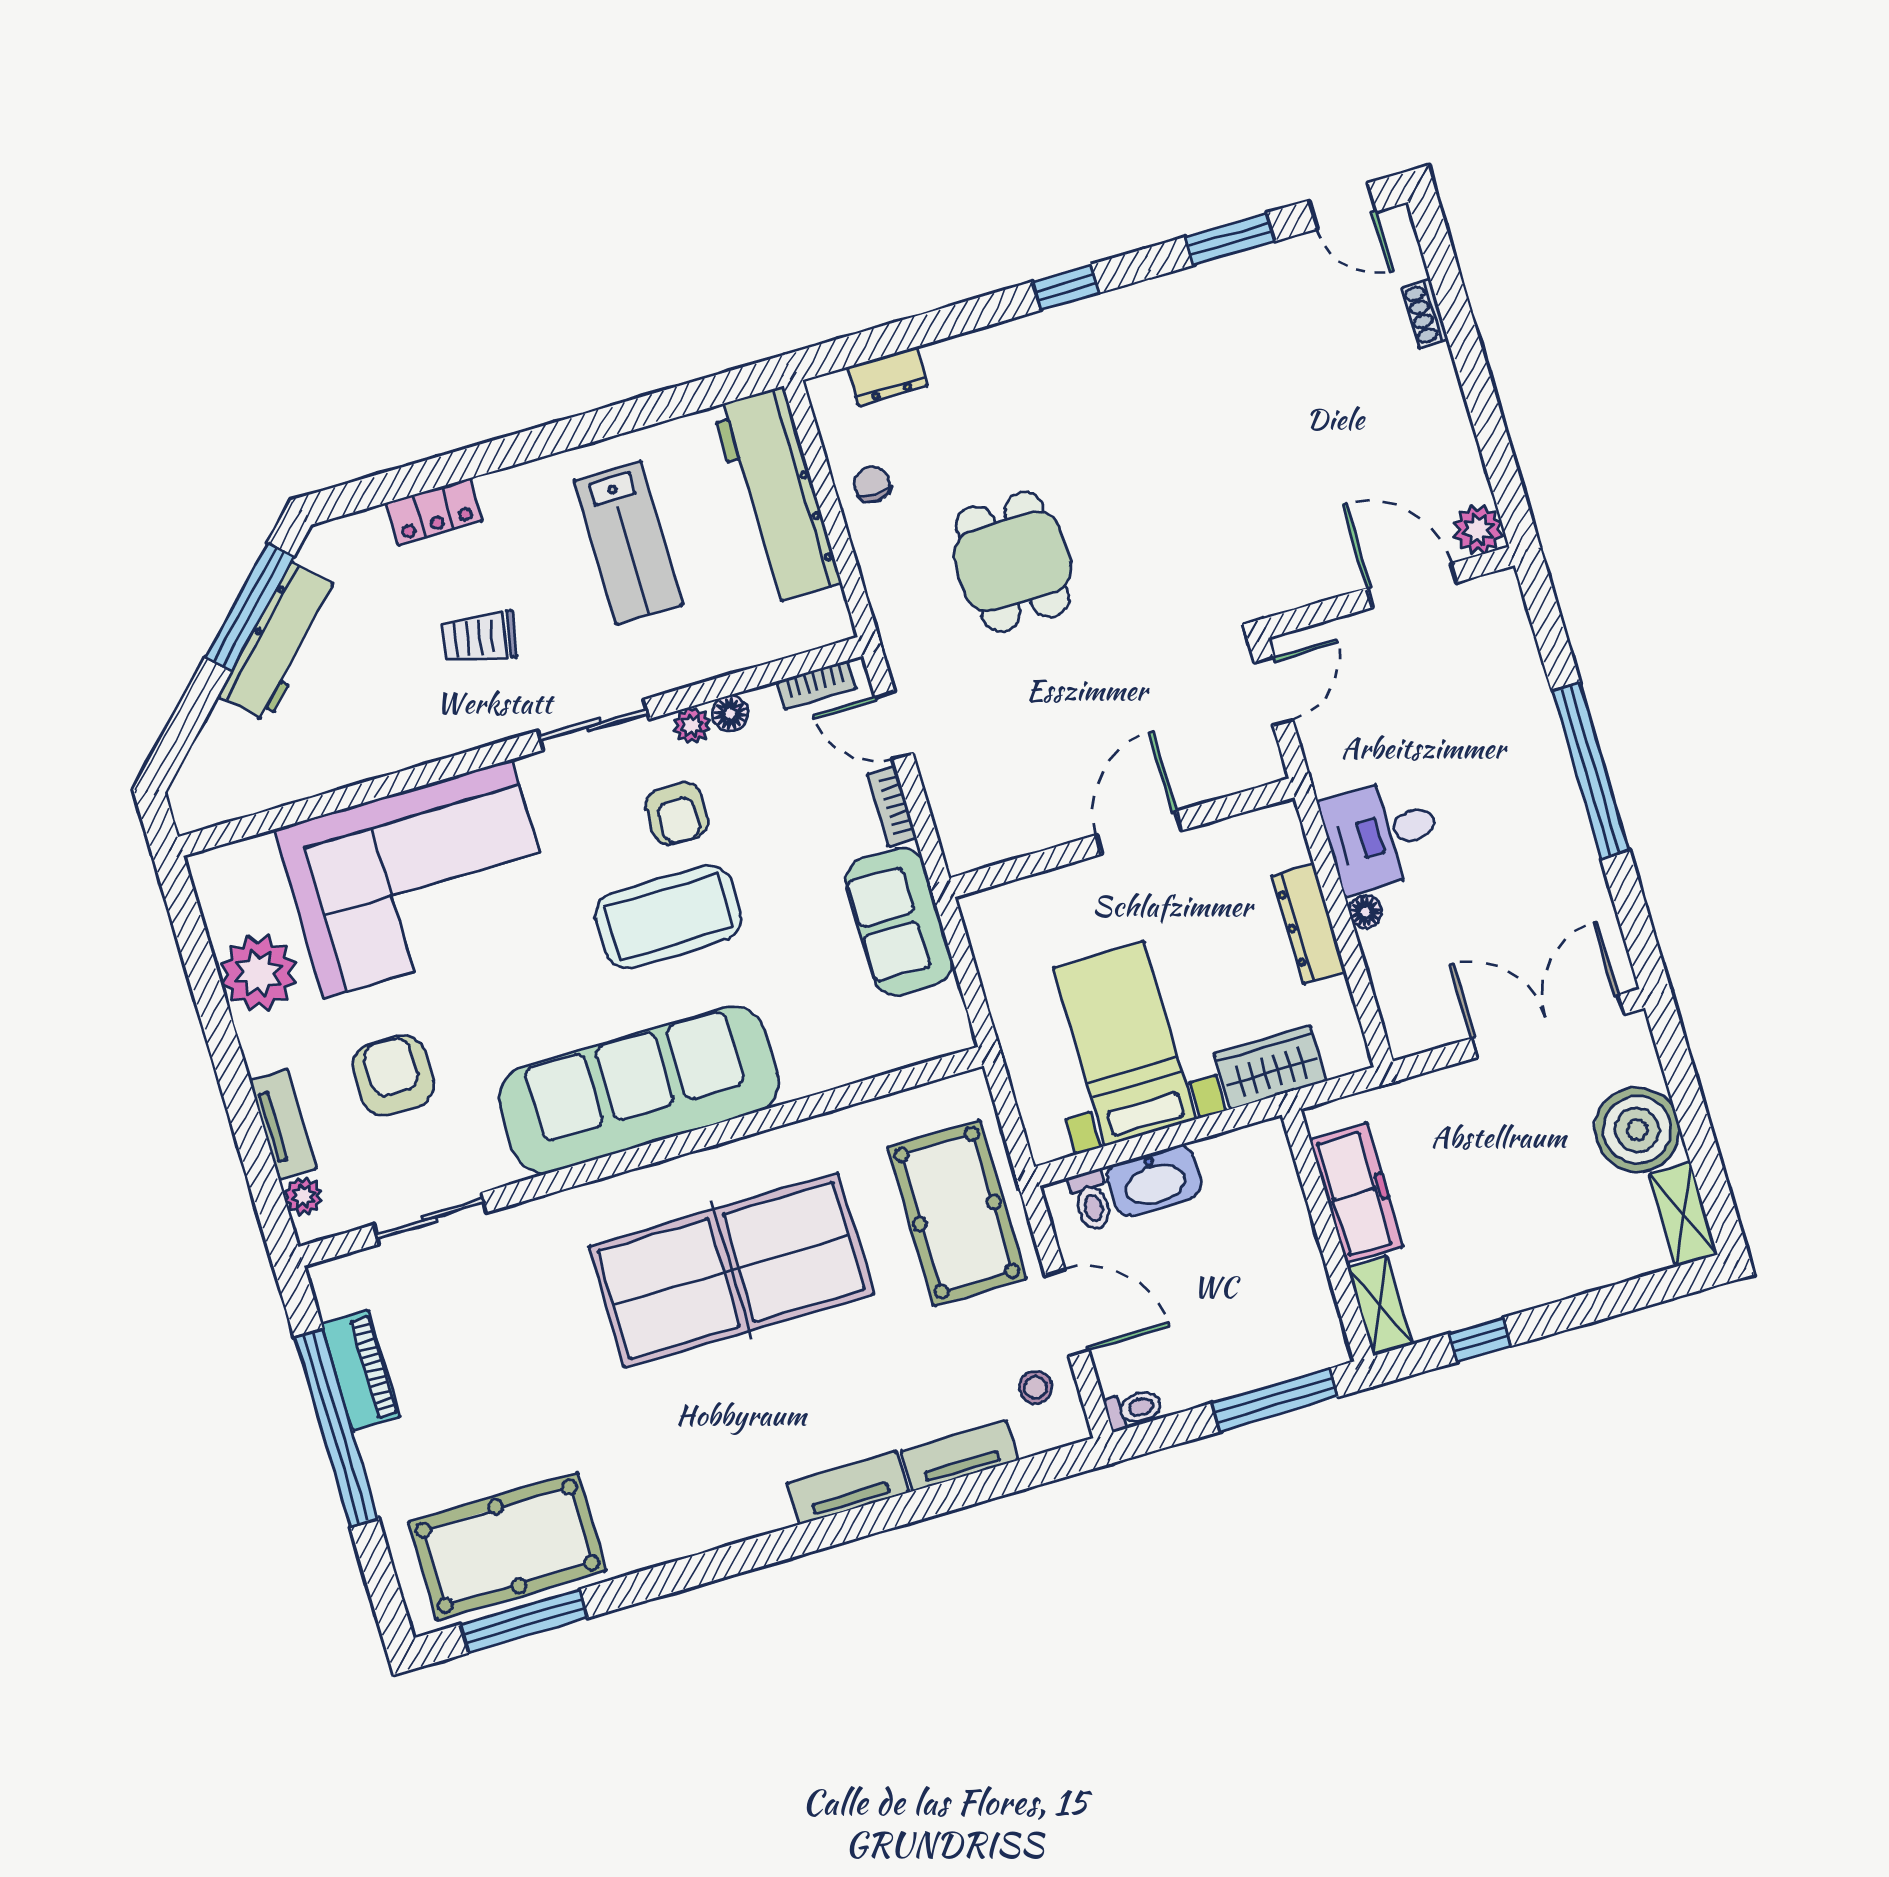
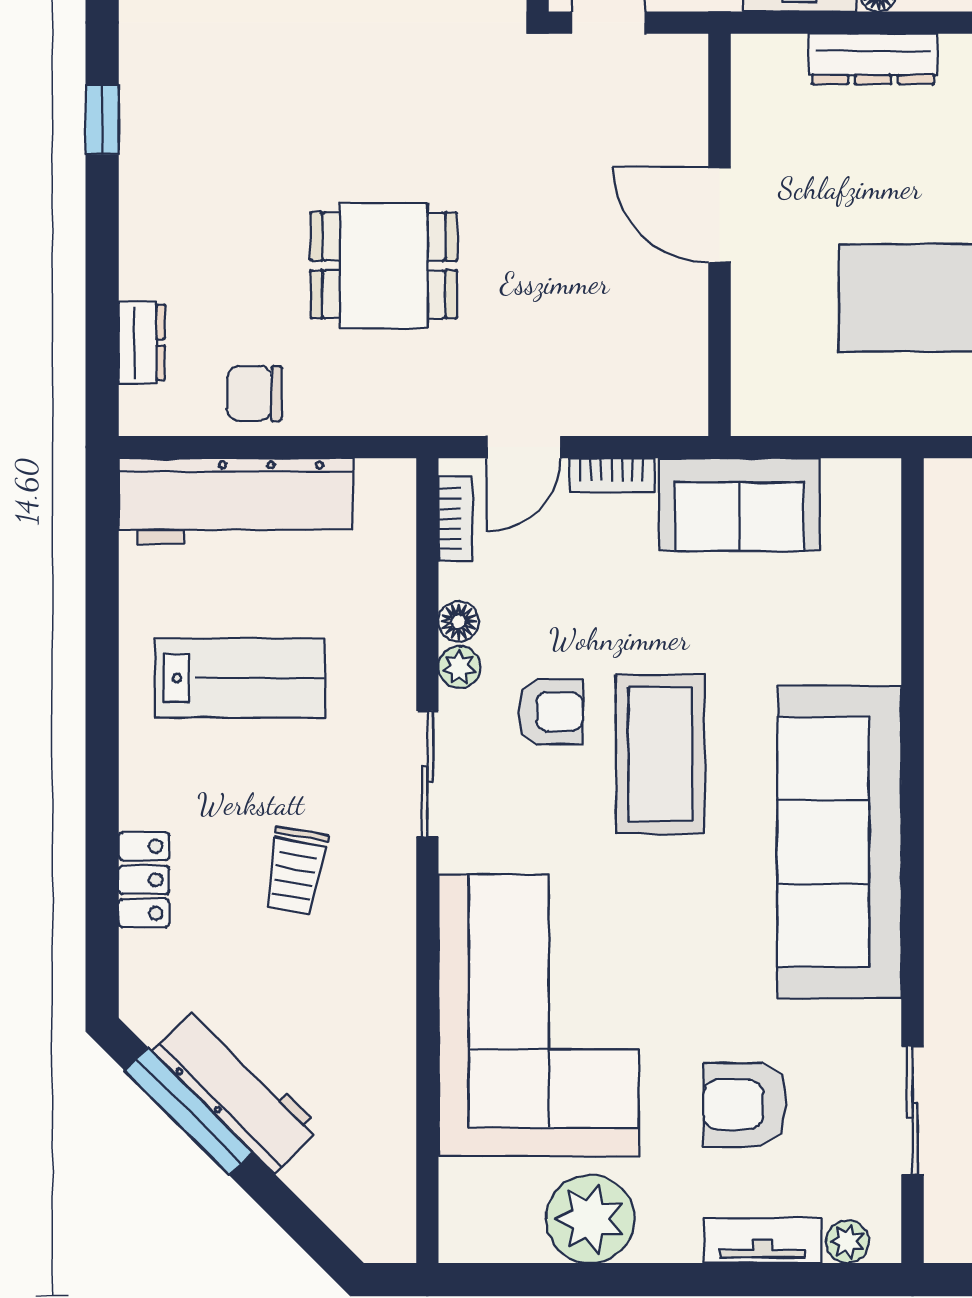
chair: (872, 484) -> (254, 393), width x1.37, depth x1.37

